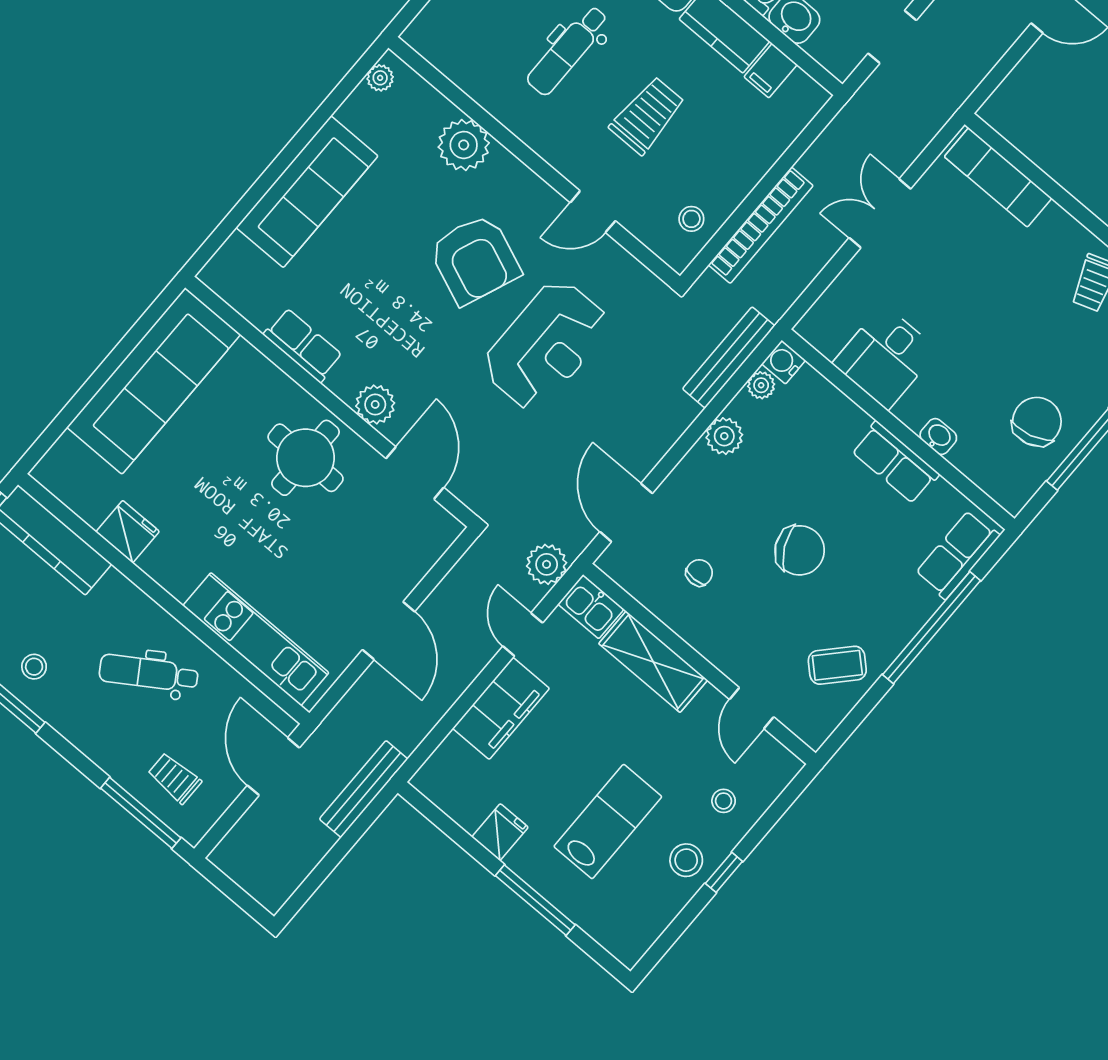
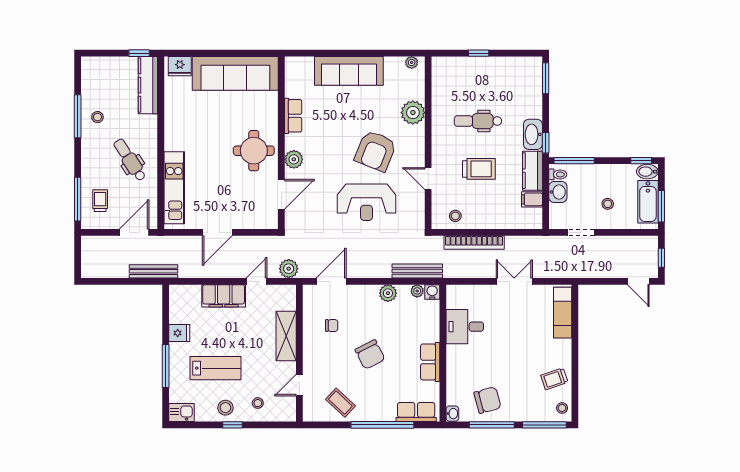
washbasin: (938, 436) -> (452, 414), moved
fridge: (128, 532) -> (180, 66), moved, turned 90
kitchen sink: (591, 607) -> (181, 412), moved, turned 90

